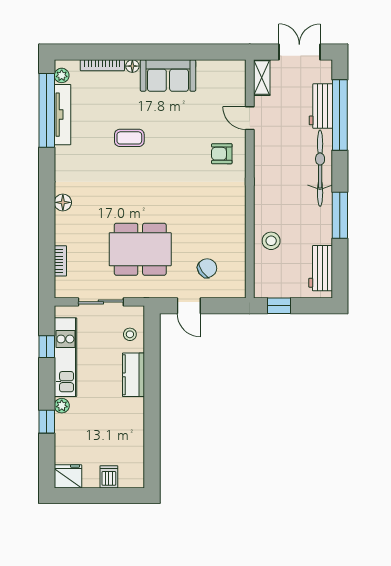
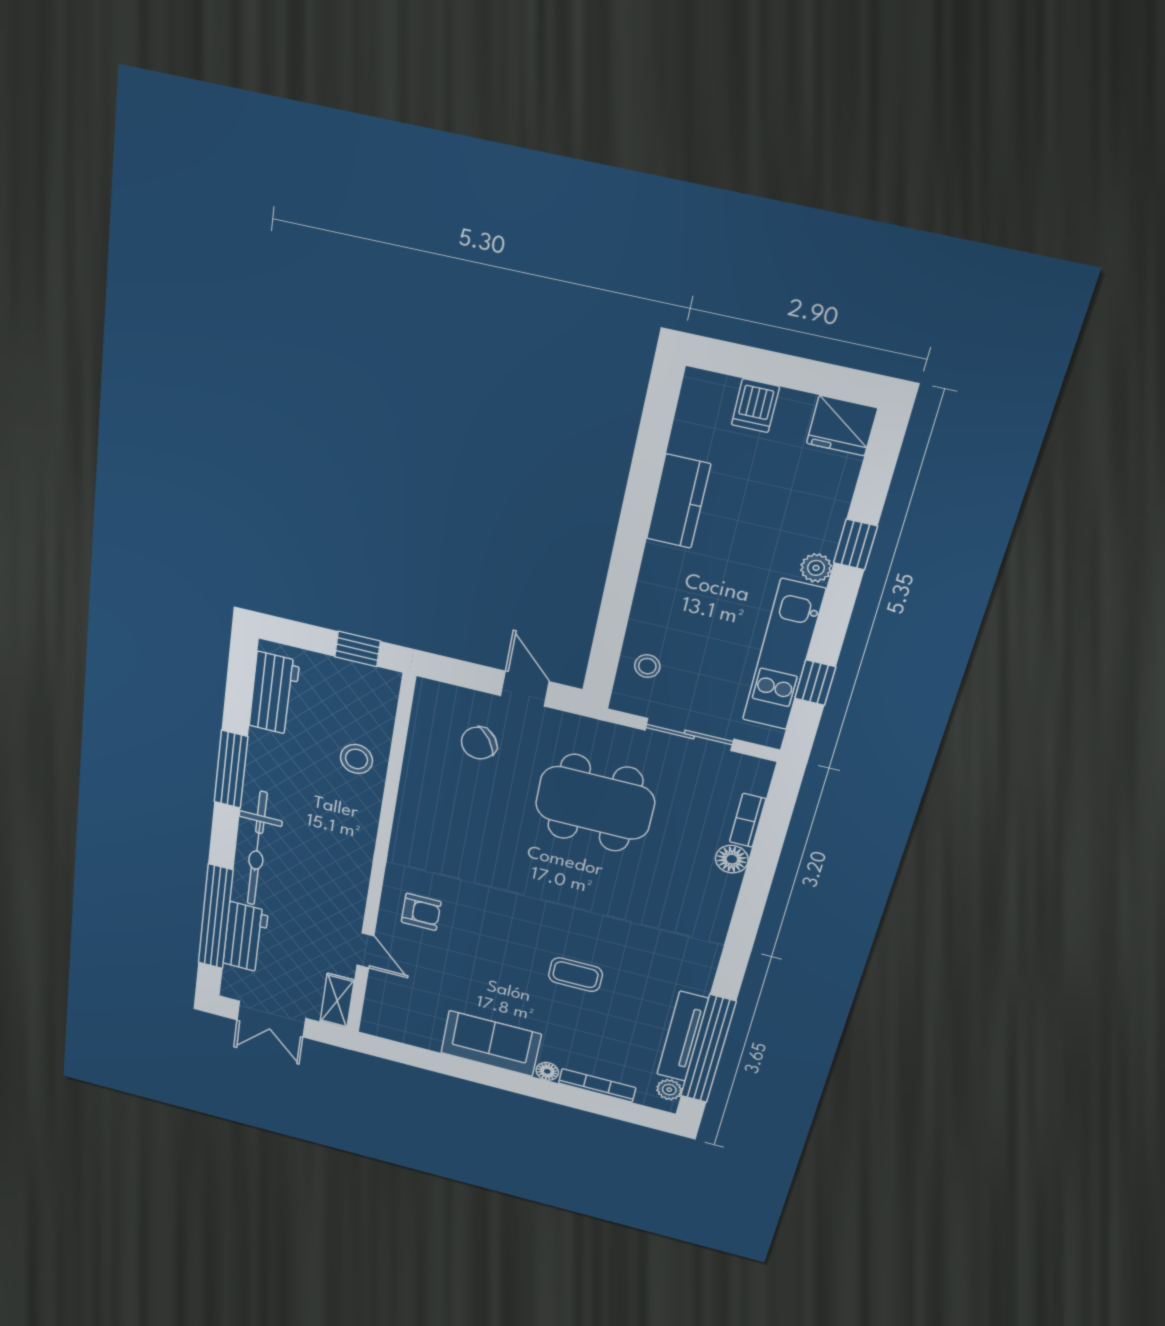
floor lamp: (63, 202) -> (732, 859), moved
kitchen counter: (134, 375) -> (678, 501), moved

